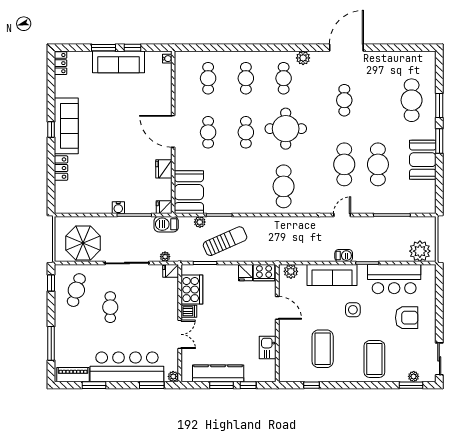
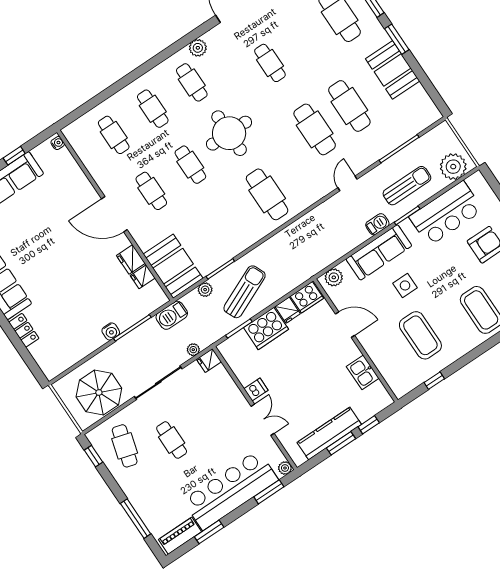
fridge: (164, 207) -> (143, 277), moved
sun lounger: (381, 243) -> (407, 186), added
cooker: (192, 290) -> (266, 328), moved, turned 90
side table: (353, 310) -> (405, 285), moved

